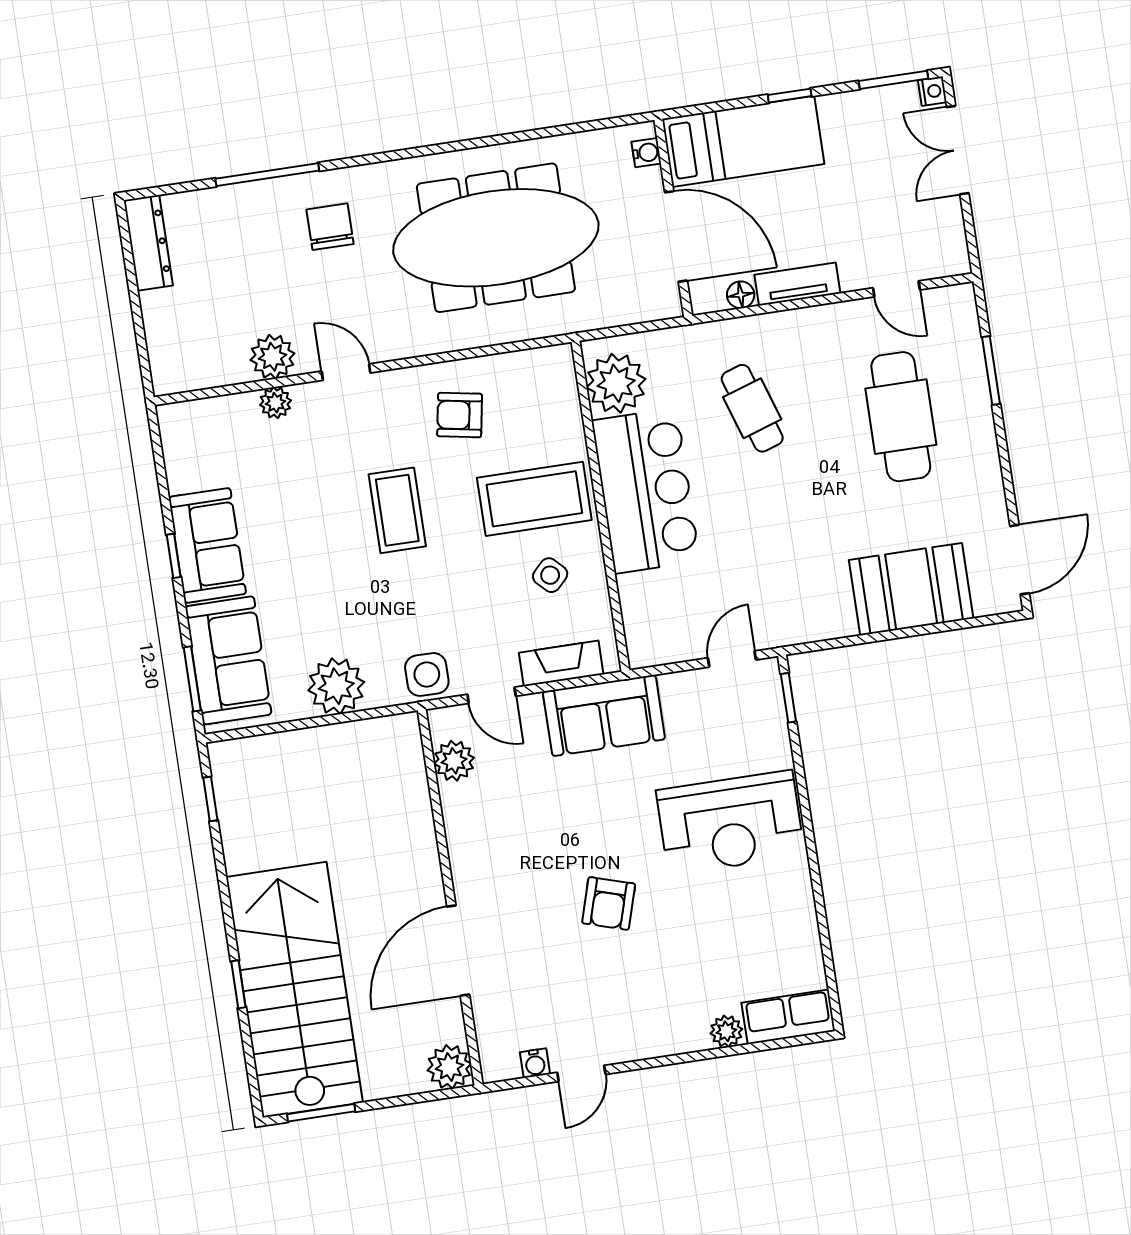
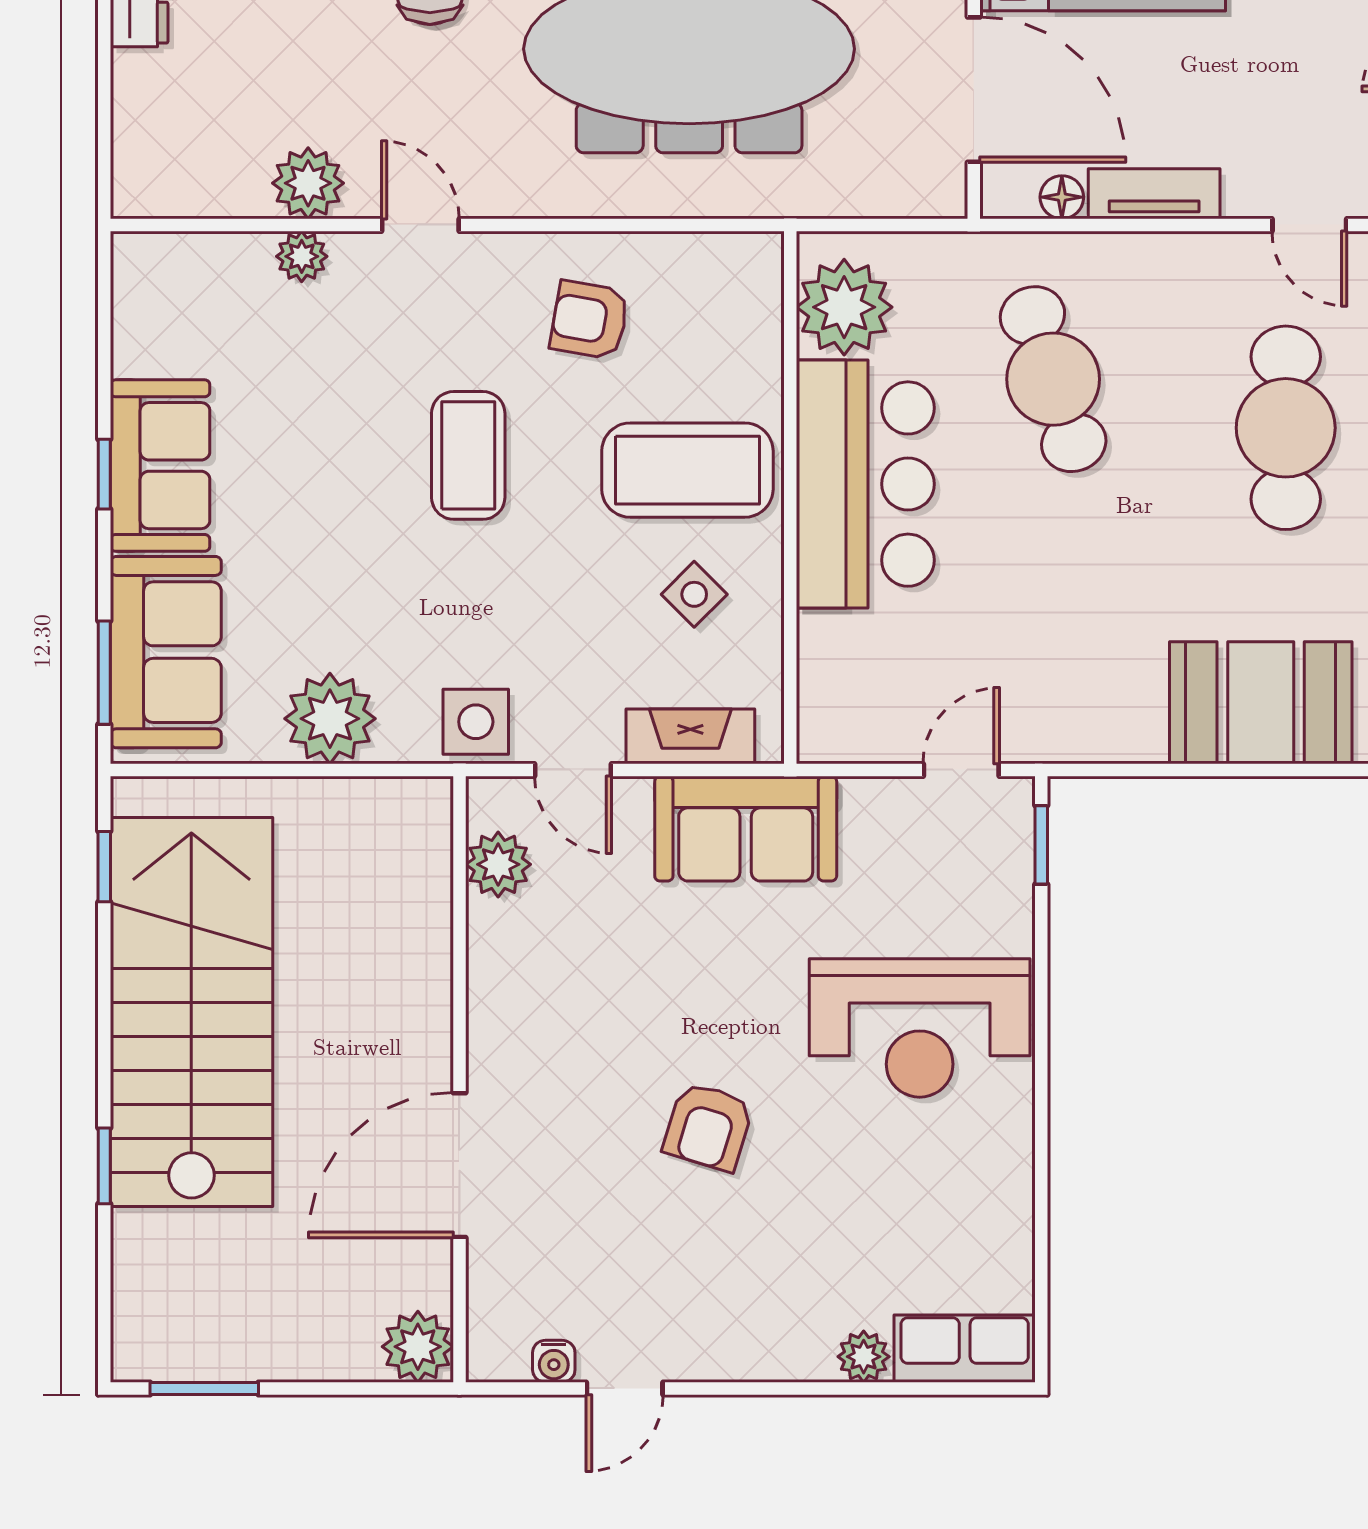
cafe table: (752, 408) -> (1053, 379), width x1.37, depth x1.35
stairs: (294, 990) -> (191, 1012), moved

